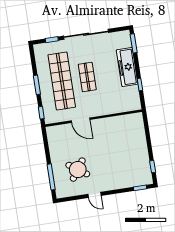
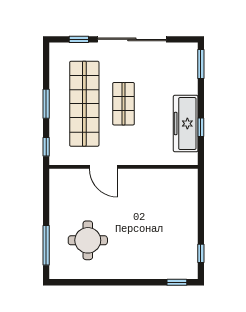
freezer: (127, 67) -> (186, 124), moved
round table: (78, 170) -> (88, 240), turned -35
door: (94, 195) -> (107, 282), removed

